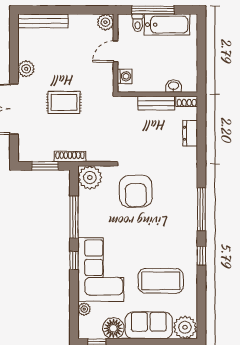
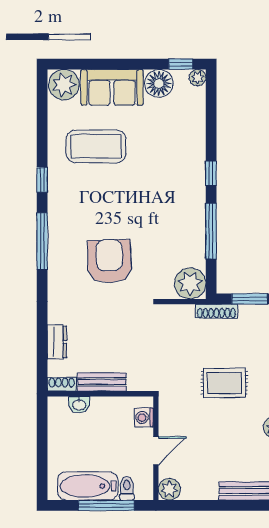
armchair: (136, 191) -> (109, 261), moved
corner sofa: (101, 270) -> (175, 161), removed
plant: (84, 309) -> (197, 78), moved

